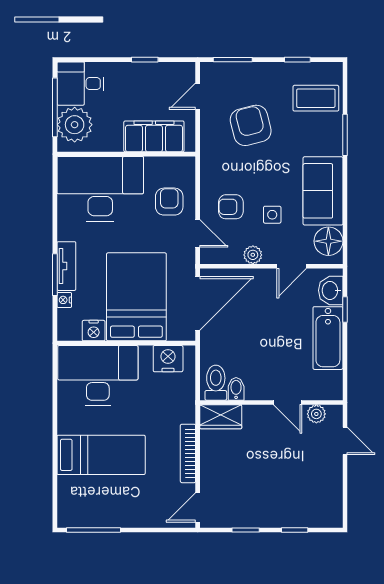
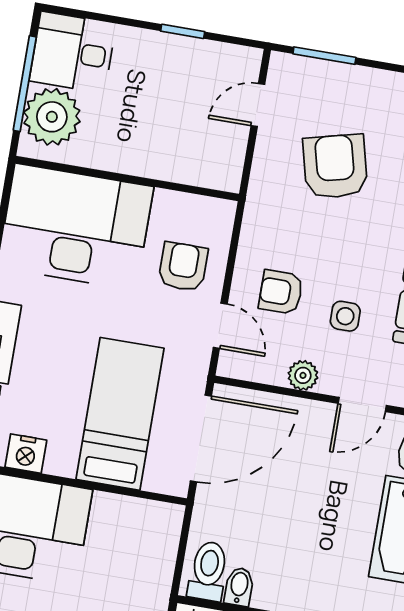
filing cabinet: (154, 136) -> (176, 158), removed
bed: (136, 297) -> (120, 414), width x0.67
nightstand: (168, 359) -> (138, 519), removed

